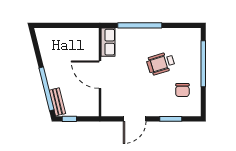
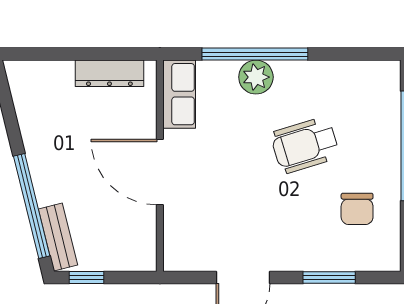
dresser: (79, 33) -> (109, 73), added
plant: (140, 35) -> (256, 77), added

